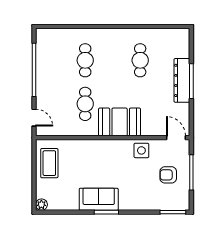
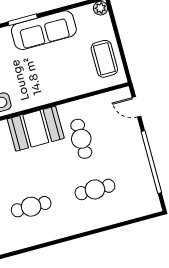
cafe table: (85, 60) -> (95, 189), turned 90
cafe table: (140, 60) -> (31, 207), turned 90
sofa: (99, 199) -> (44, 30), width x1.36

